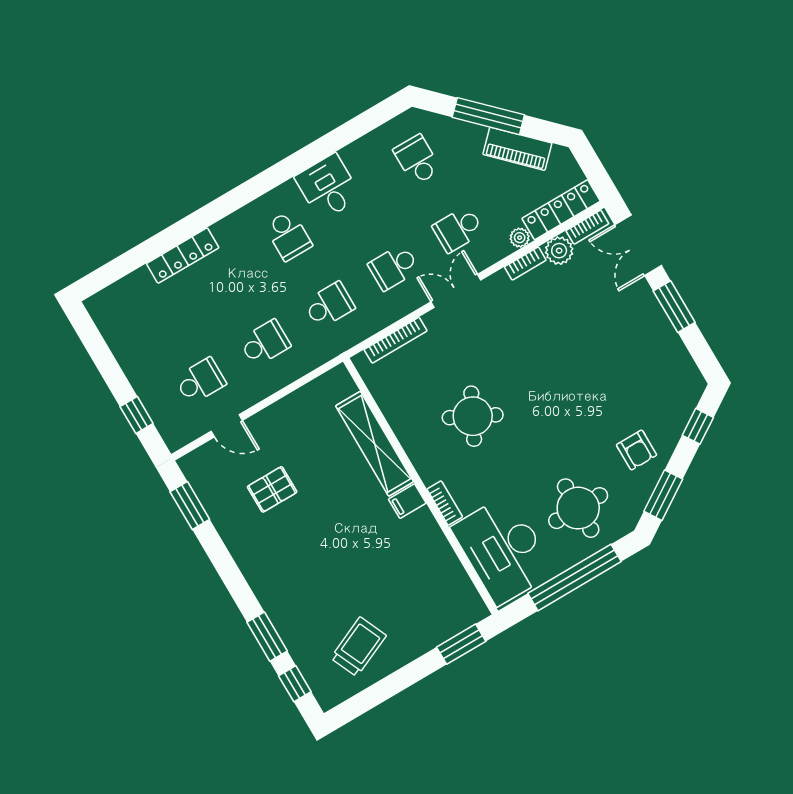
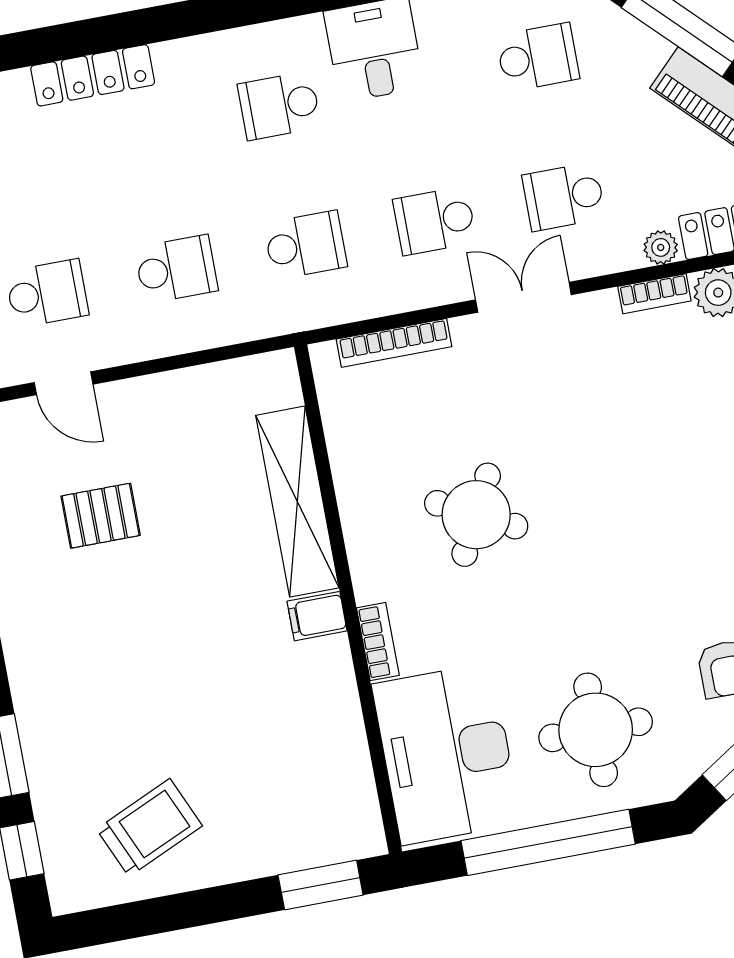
school desk: (417, 160) -> (538, 57), turned 90
school desk: (288, 236) -> (279, 106), turned 90

